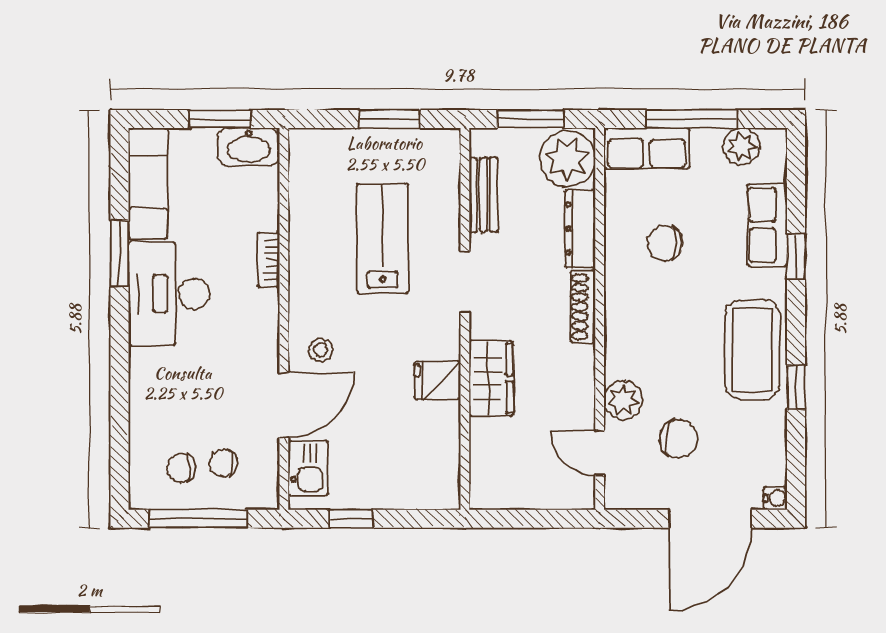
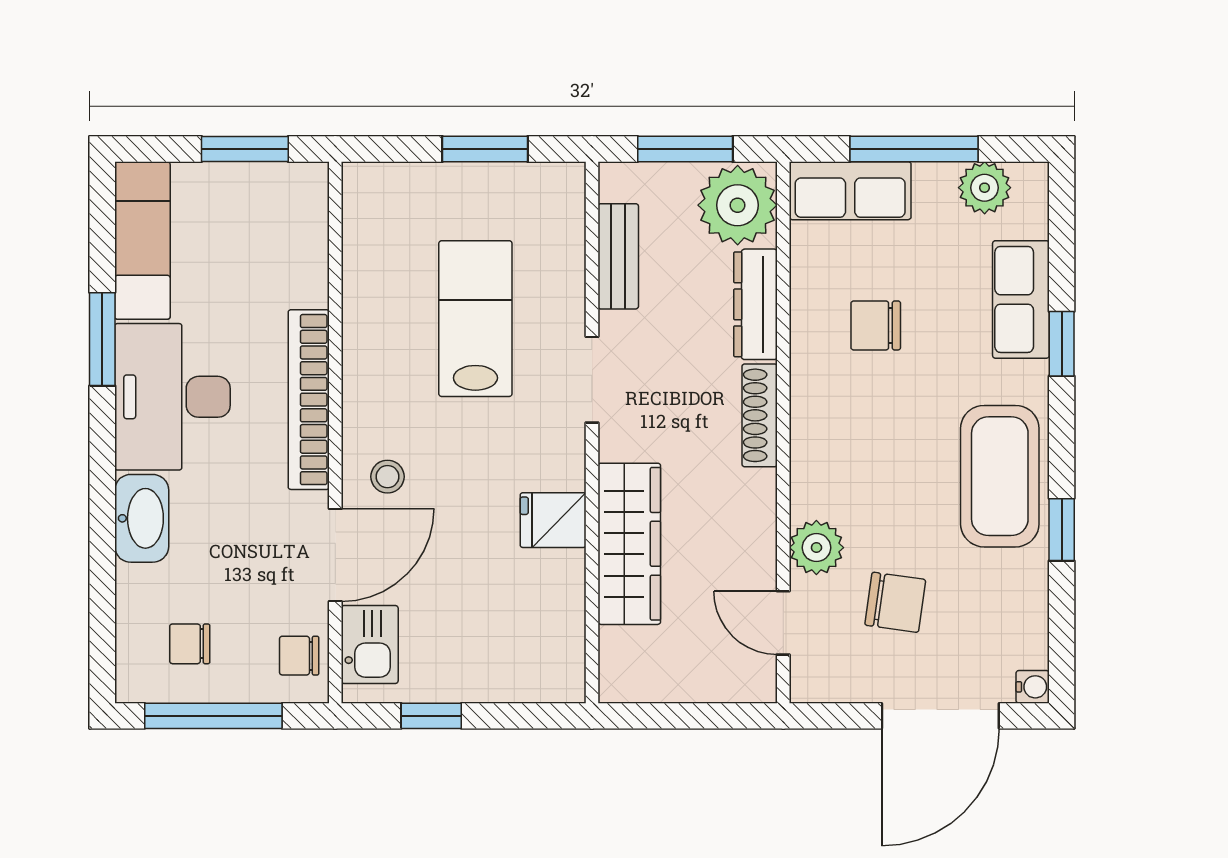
washbasin: (248, 147) -> (142, 518), moved, turned -90
bookcase: (269, 260) -> (309, 400), width x2.31, depth x1.31
wardrobe: (491, 378) -> (629, 544), width x1.50
chair: (223, 463) -> (299, 656), moved

